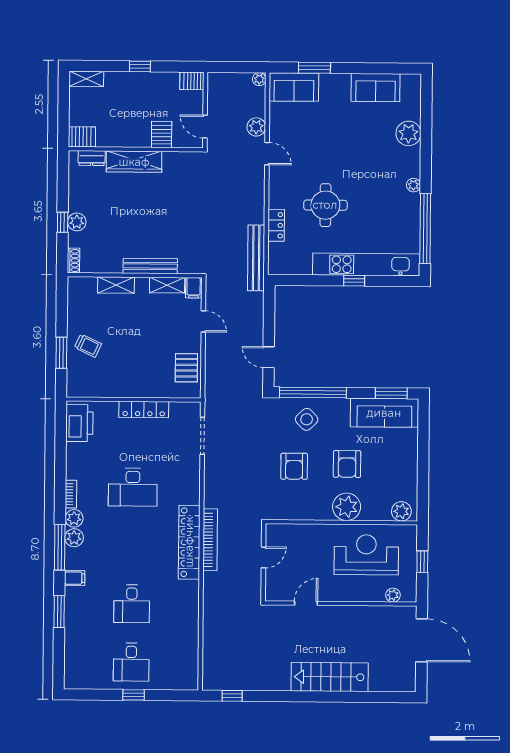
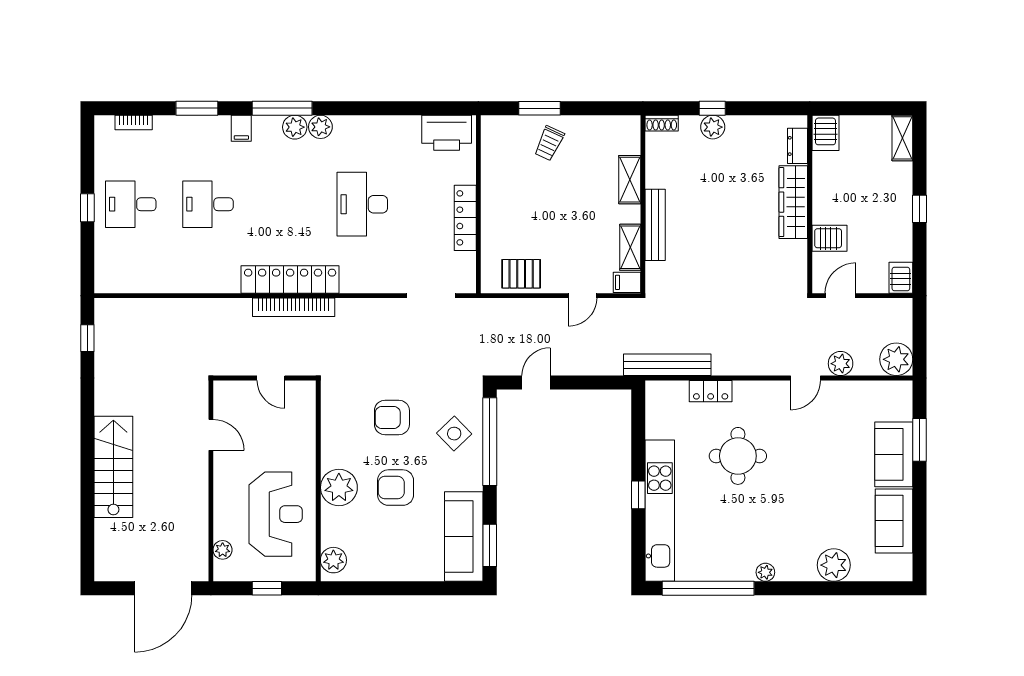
plant: (259, 79) -> (896, 359), width x1.87, depth x1.87
sofa: (294, 87) -> (894, 454), moved
bookcase: (71, 494) -> (134, 122), moved

